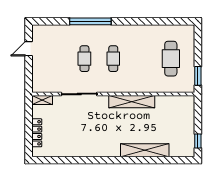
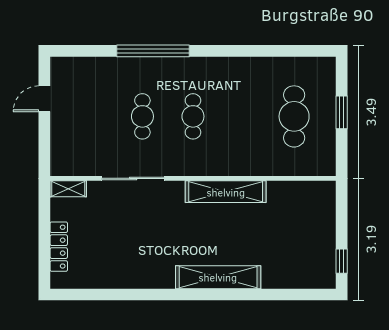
window: (198, 76) -> (342, 112), moved
shelving: (145, 150) -> (218, 277), moved

